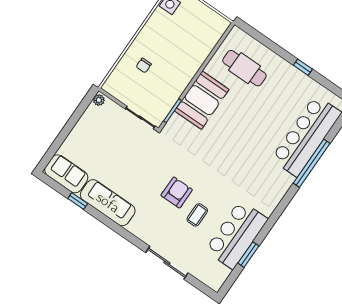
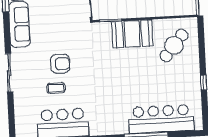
cafe table: (244, 68) -> (174, 45), turned 40
sliding door: (167, 263) -> (9, 73), moved

